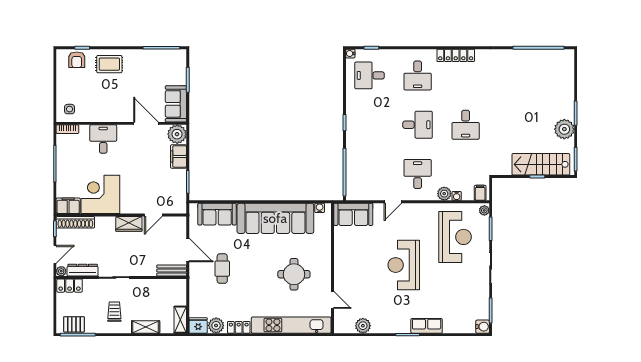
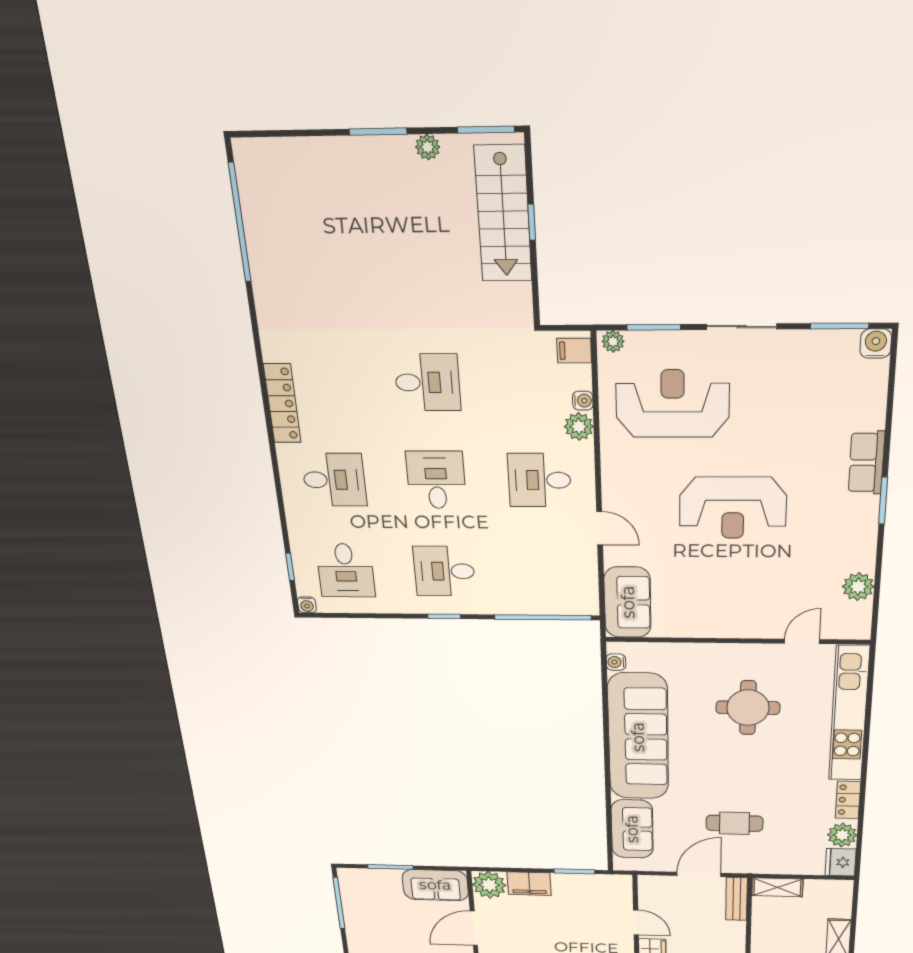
desk: (370, 125) -> (444, 571), added
plant: (564, 129) -> (428, 147), width x0.53, depth x0.53
shelving: (180, 320) -> (777, 887), moved

